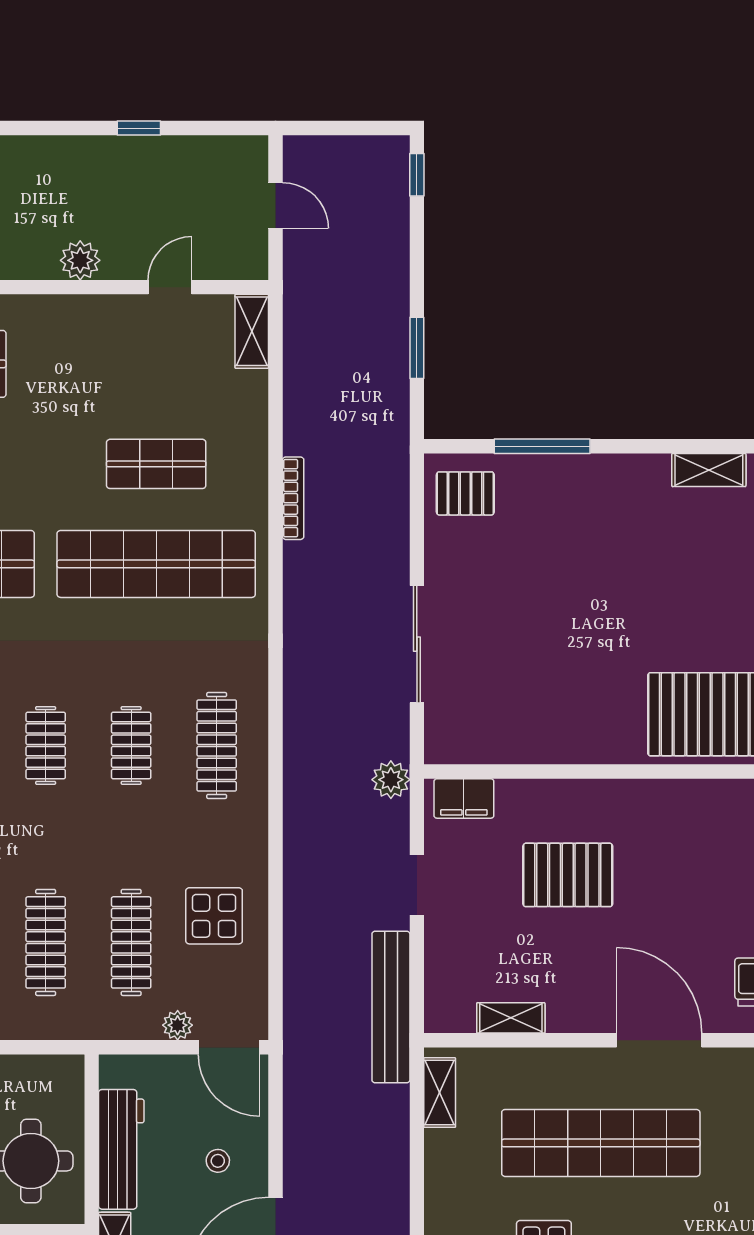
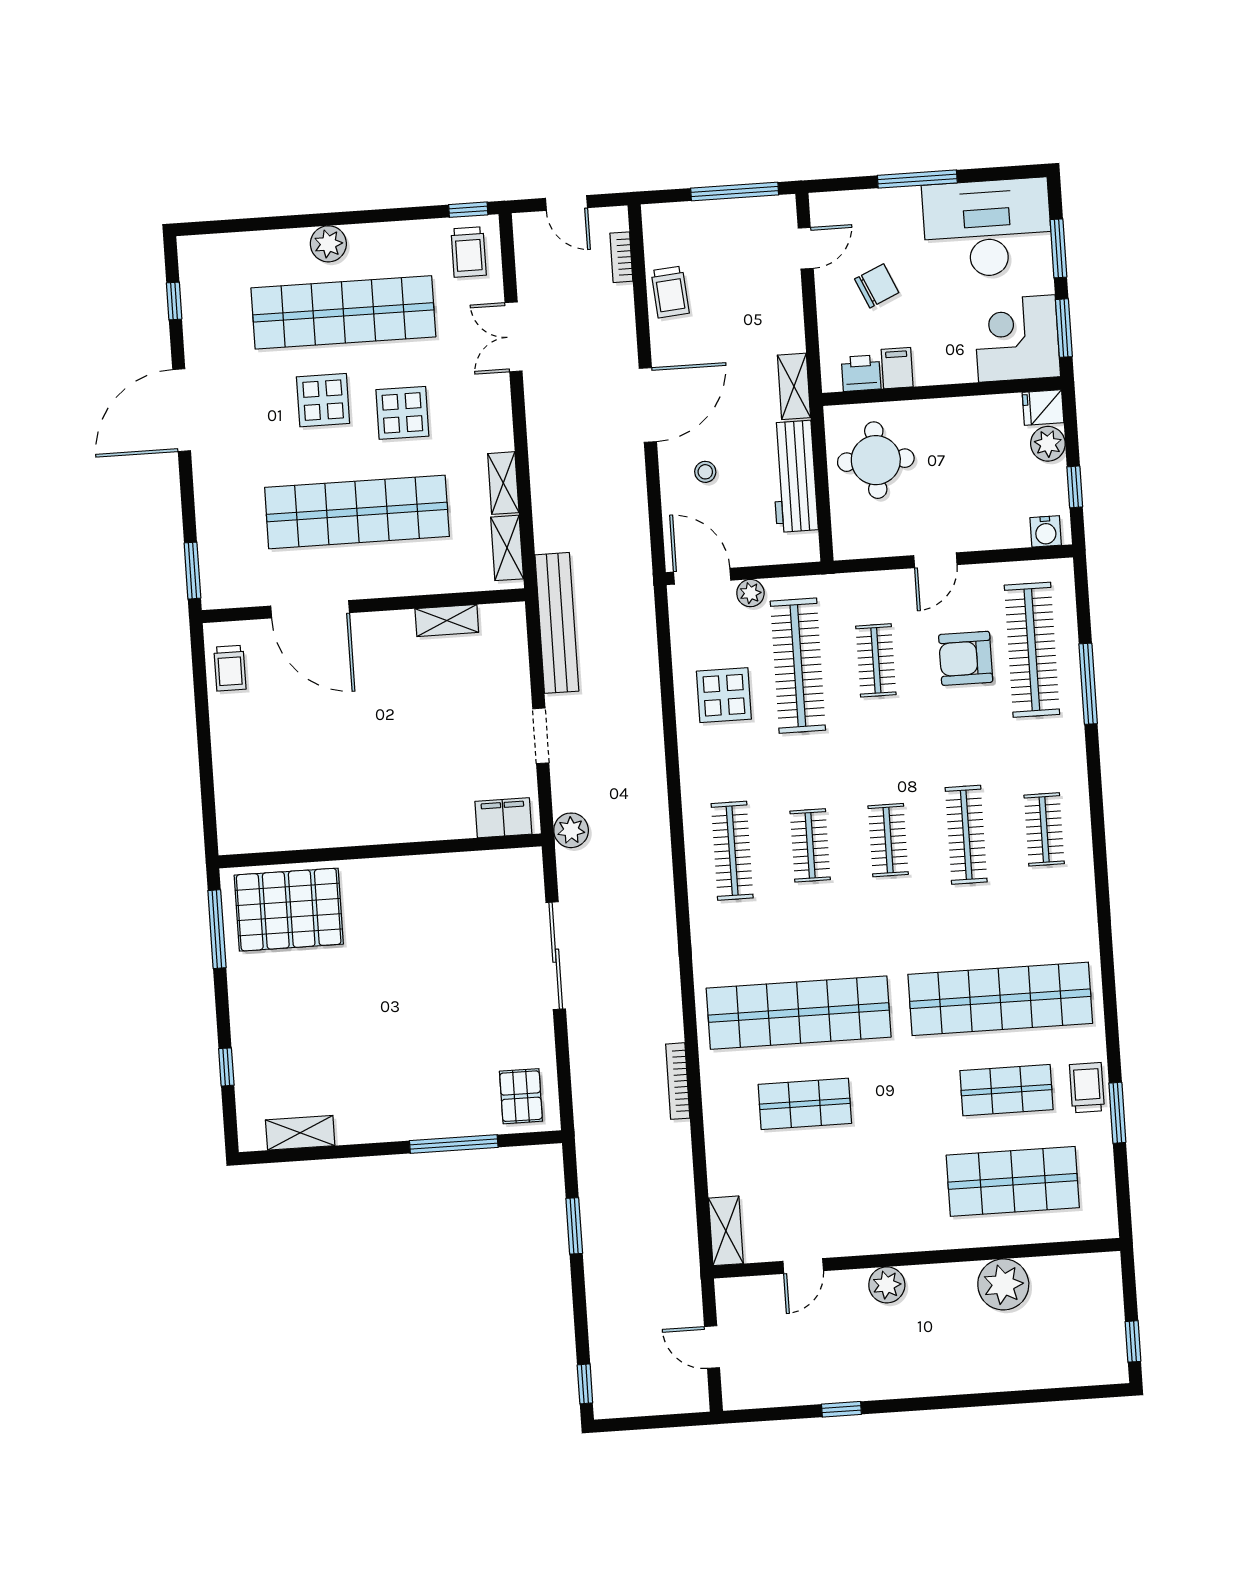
pallet: (465, 493) -> (521, 1096), turned 90
pallet: (568, 875) -> (404, 754), removed
clothes rail: (46, 942) -> (876, 660), width x0.73
clothes rail: (131, 942) -> (798, 666), width x1.37, depth x1.31
shelving: (439, 1164) -> (503, 483), added

